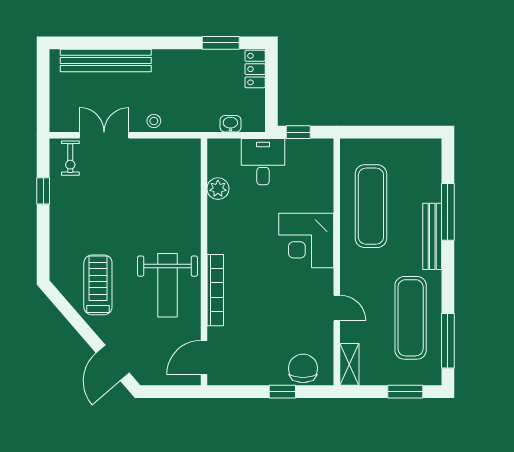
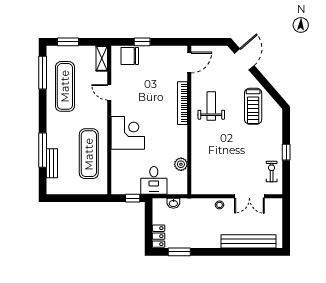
exercise bike: (70, 158) -> (272, 171), moved
window: (43, 191) -> (286, 152), moved
bench: (432, 236) -> (52, 163), moved, width x0.73
weight bench: (168, 285) -> (211, 106), width x0.73, depth x0.75
chair: (303, 368) -> (130, 56), turned 90

